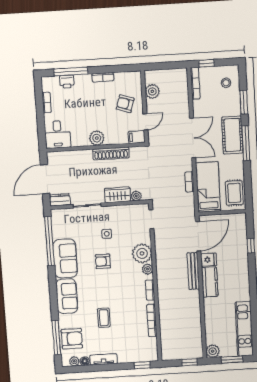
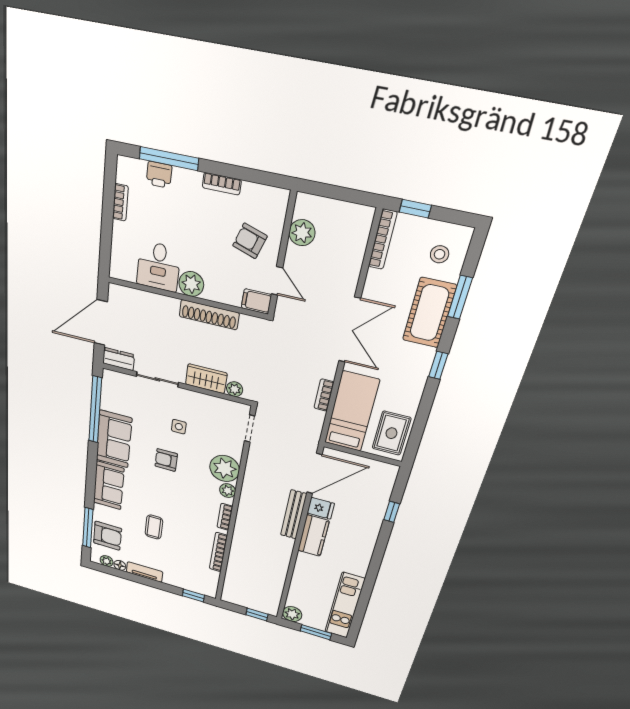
door: (145, 122) -> (277, 281), hinge flipped
desk: (57, 134) -> (158, 266), moved
cot: (232, 135) -> (429, 313), moved
window: (246, 143) -> (438, 365), width x0.46

